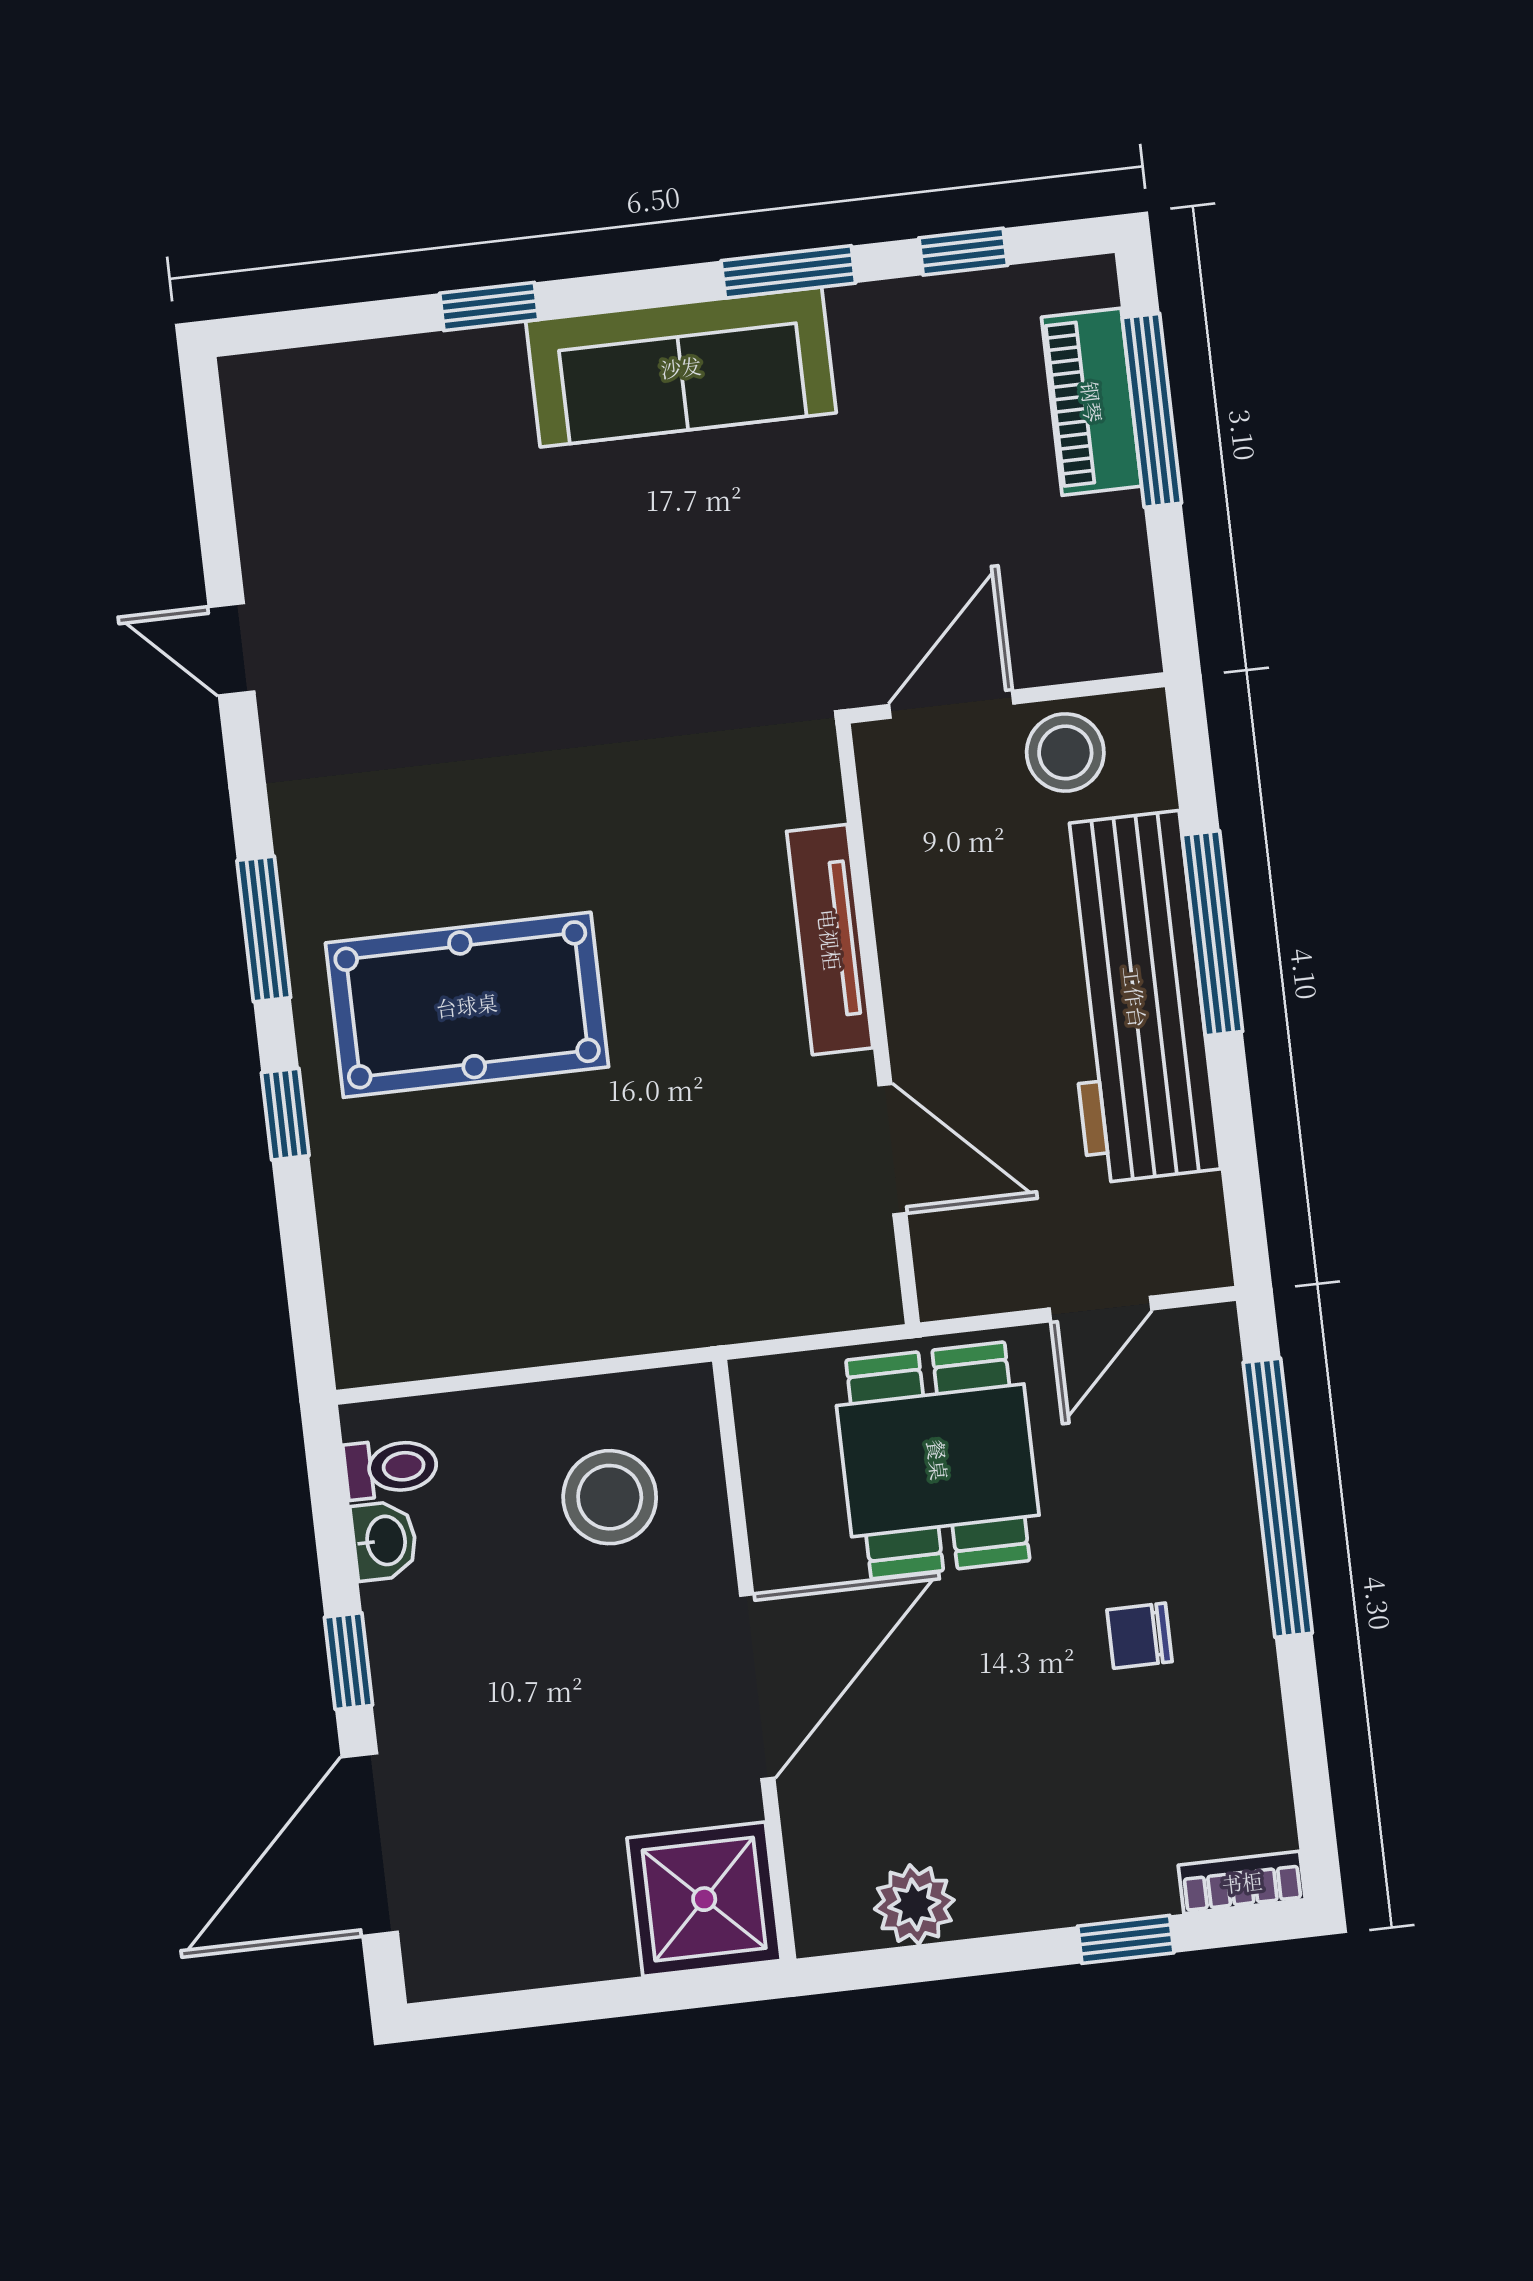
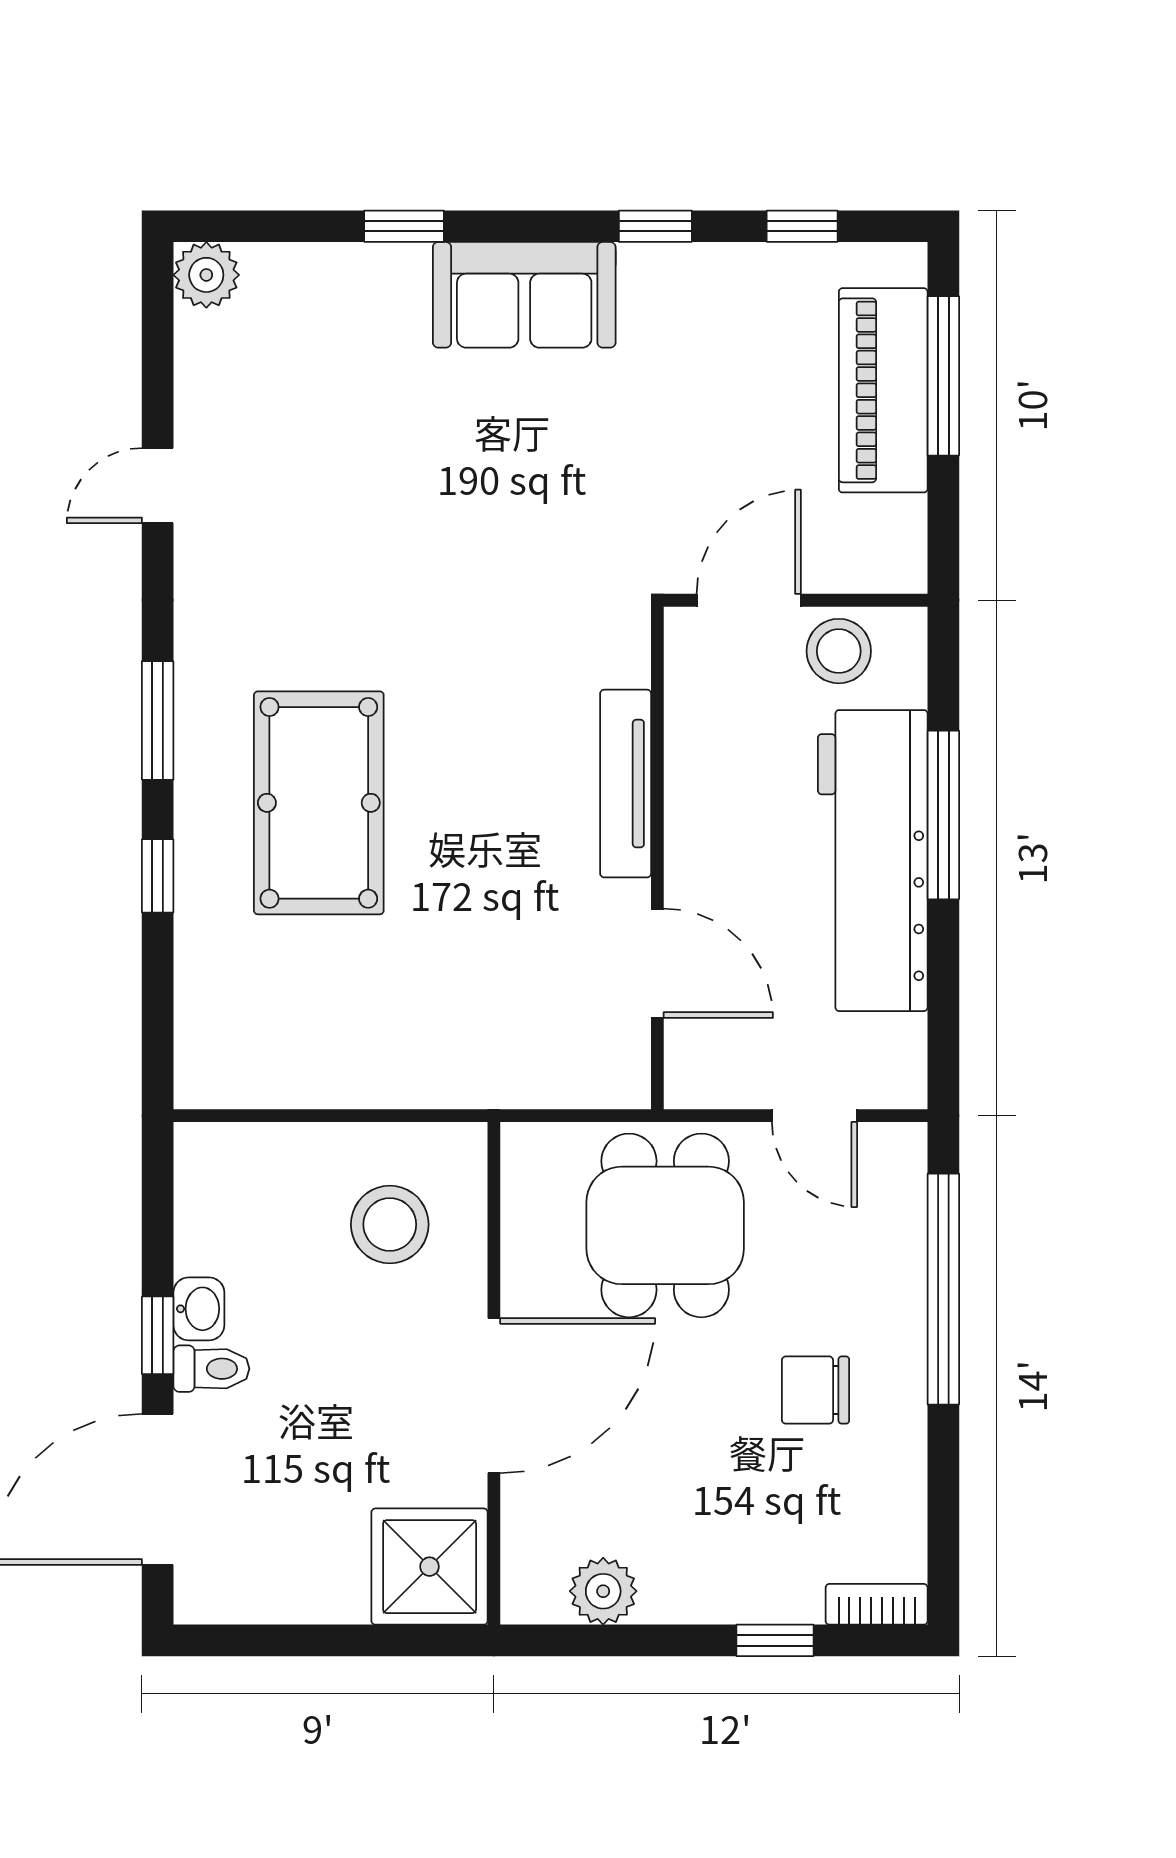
window: (788, 272) -> (655, 226), width x0.67
sofa: (681, 367) -> (524, 295), width x0.73
plant: (260, 392) -> (206, 275), added
piano: (1092, 402) -> (883, 390), width x1.37, depth x1.33
door: (231, 649) -> (158, 486), hinge flipped
pool table: (467, 1005) -> (319, 803), turned 90
door: (1100, 1309) -> (814, 1116), hinge flipped
toilet: (391, 1468) -> (211, 1369), moved
washbasin: (384, 1541) -> (199, 1309), moved
chair: (1140, 1636) -> (816, 1390), width x1.37, depth x1.37

